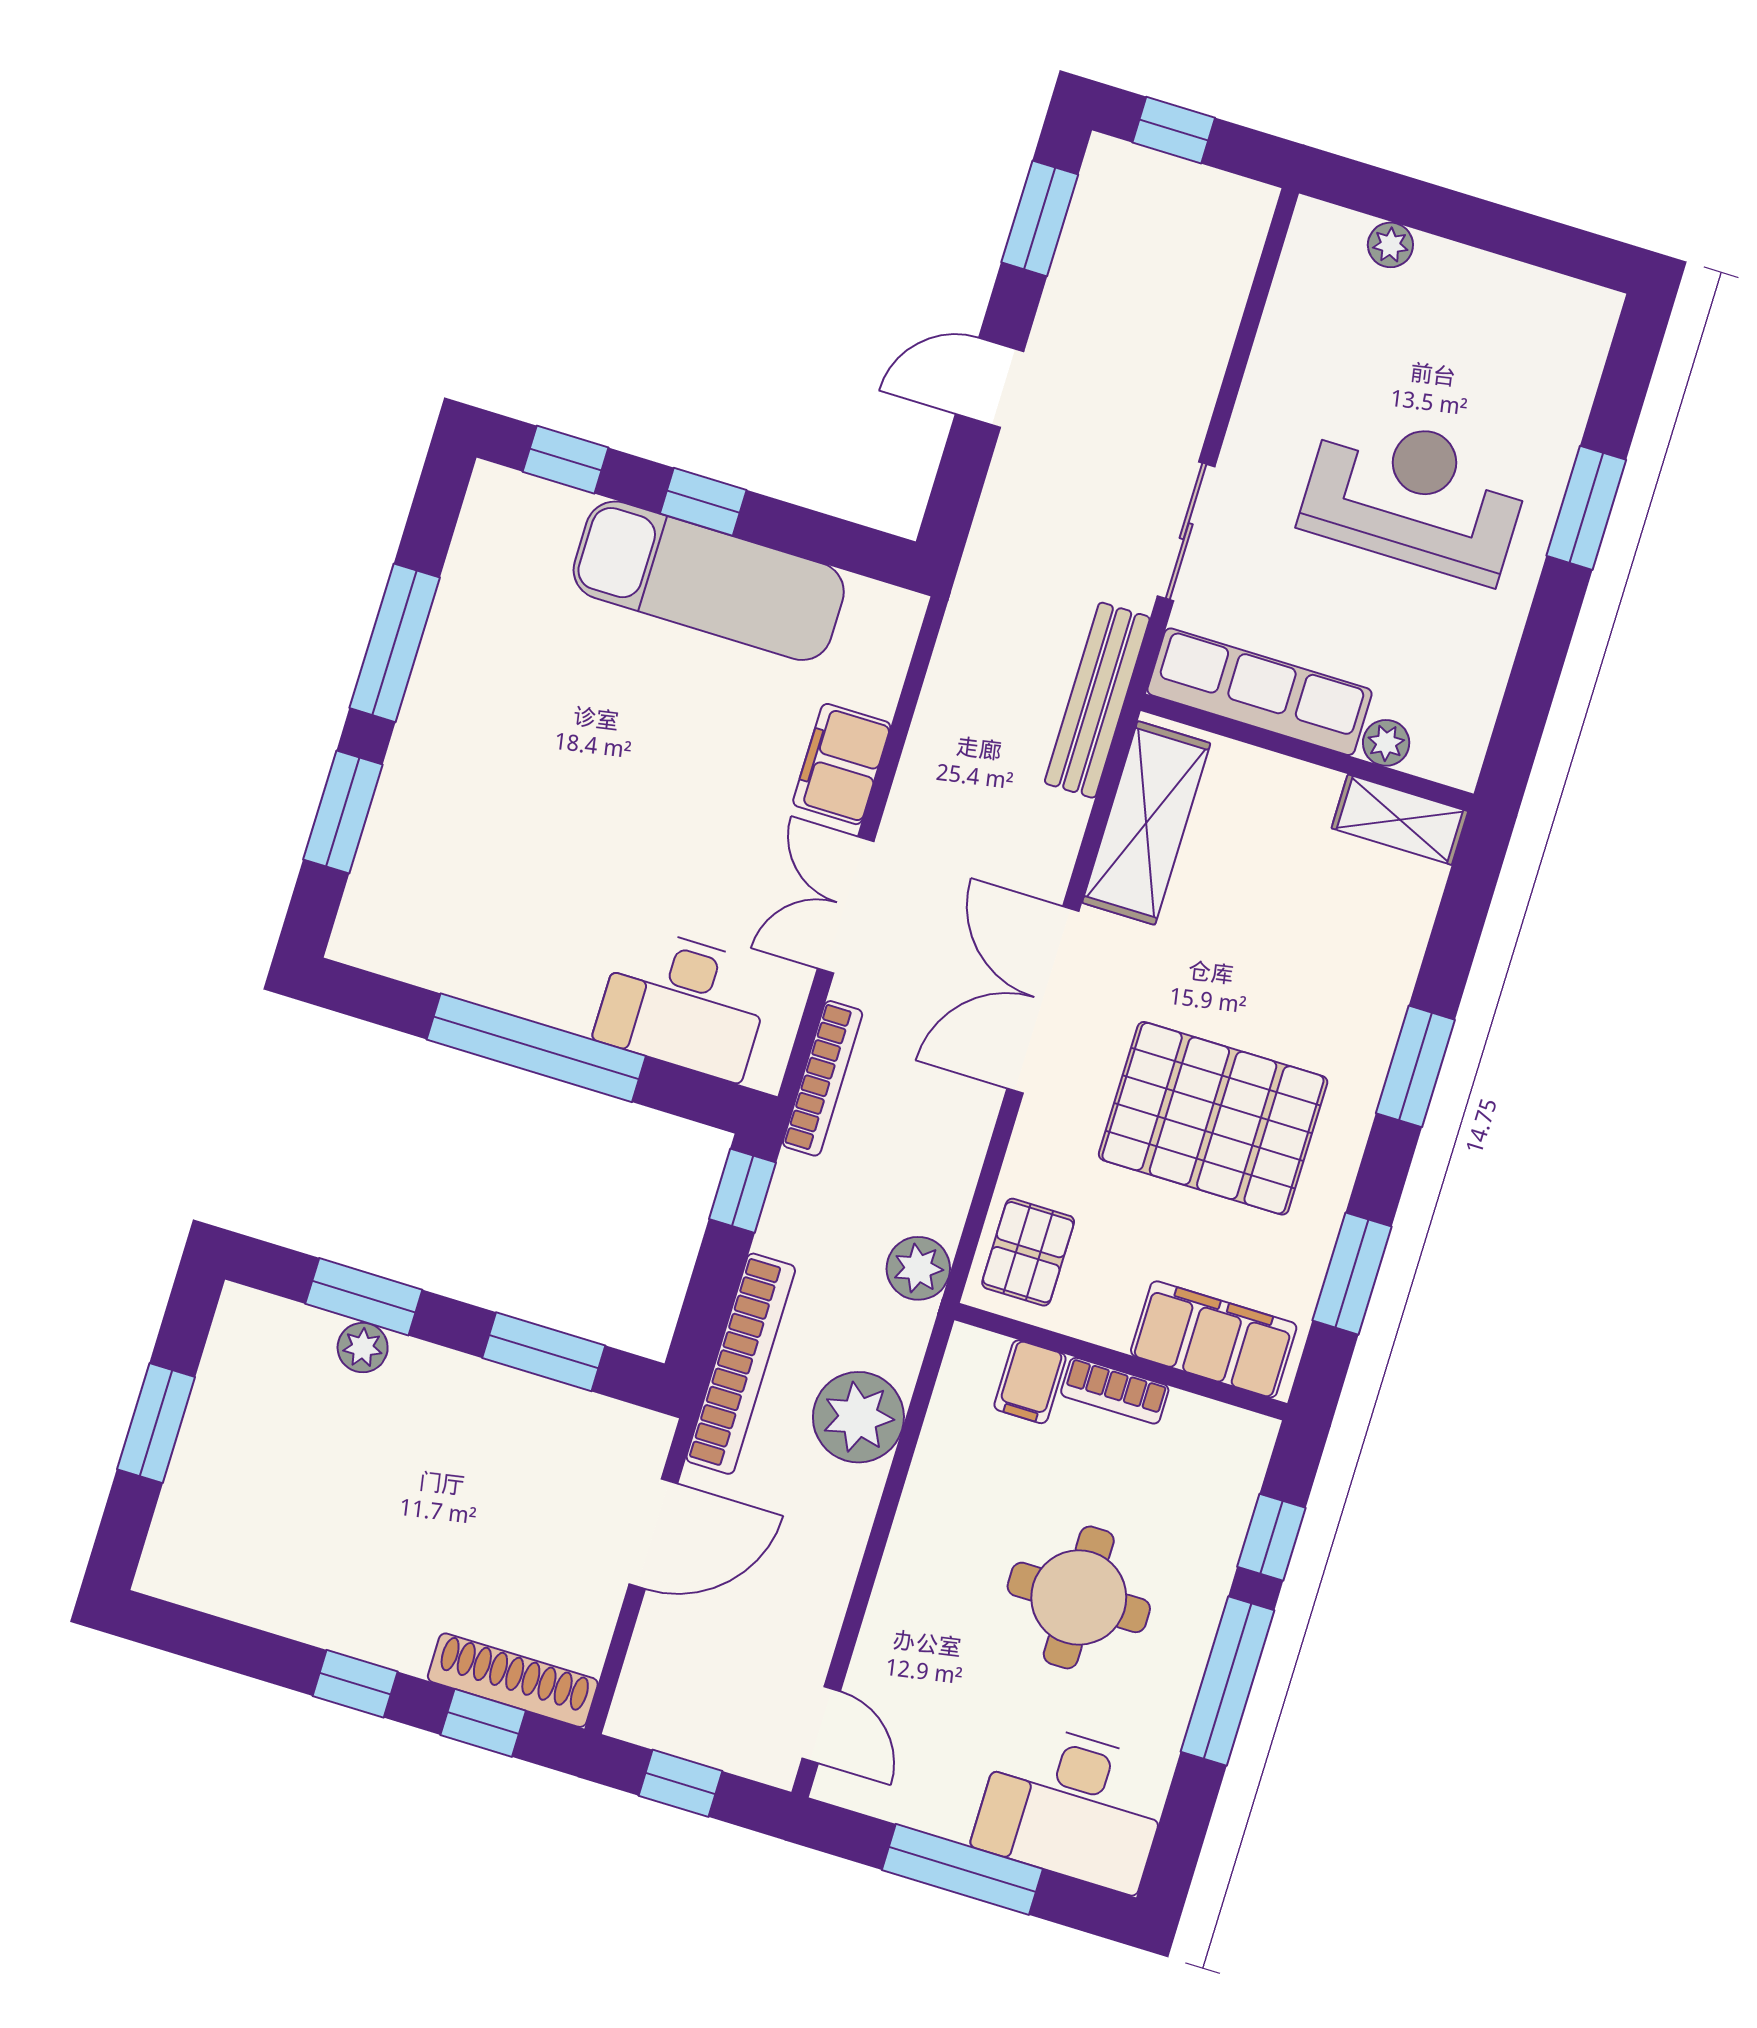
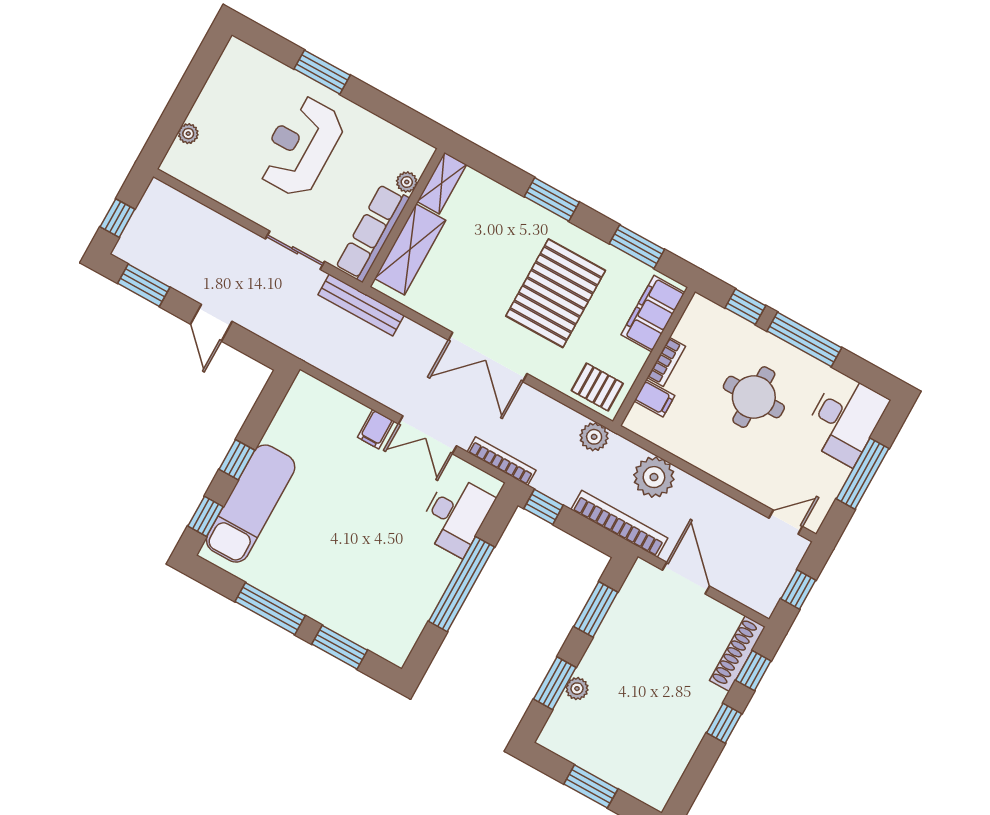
exam couch: (709, 581) -> (251, 504), moved
filing cabinet: (842, 764) -> (376, 429), width x0.50
shelving: (1146, 823) -> (410, 249), moved, turned 90

